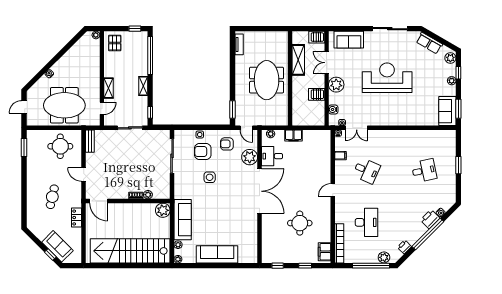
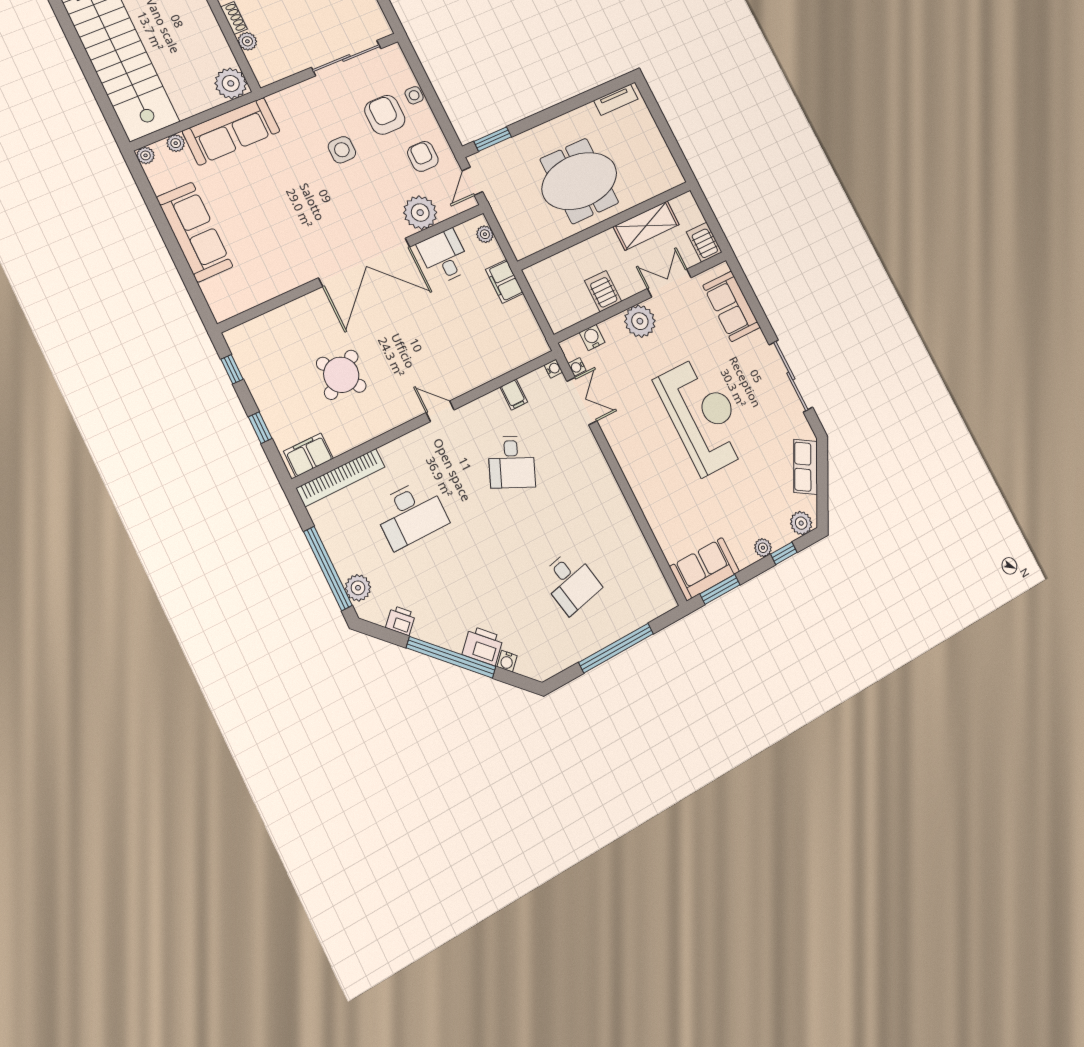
double door: (357, 128) -> (582, 401), swing flipped
window: (458, 165) -> (616, 648), width x2.11
round table: (300, 223) -> (341, 375), turned -34

